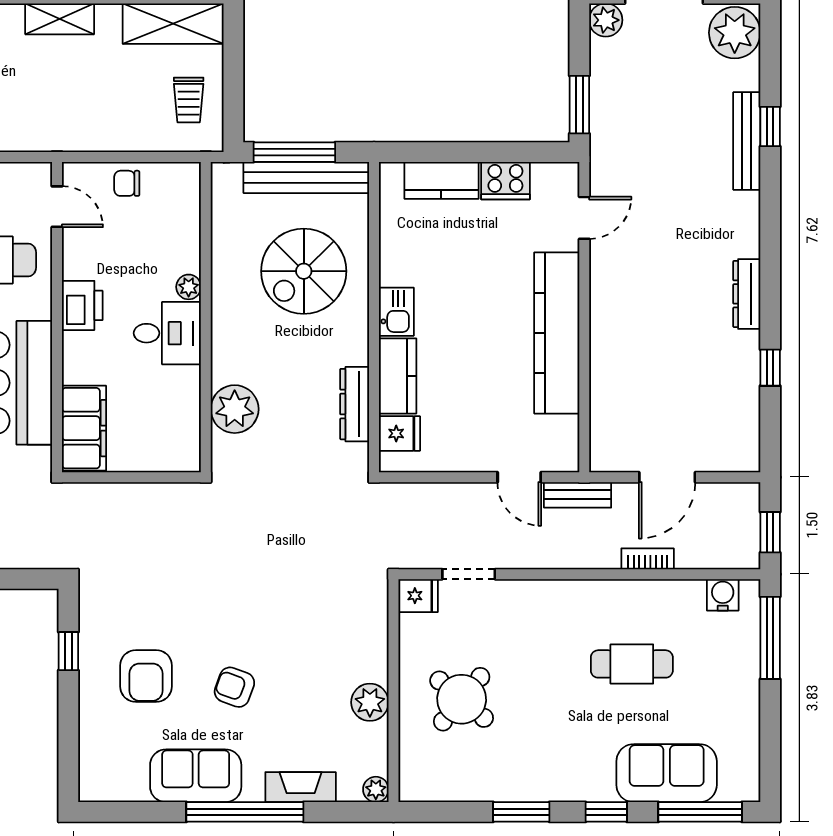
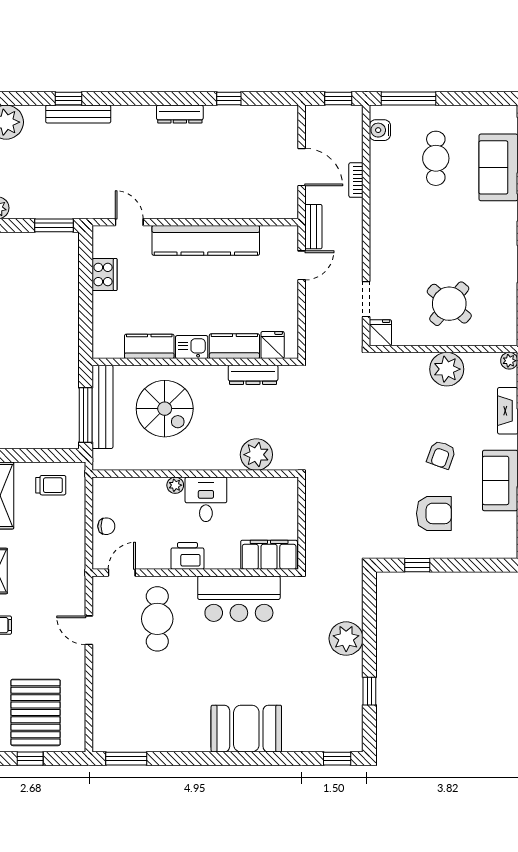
kitchen counter: (441, 180) -> (149, 346), moved, turned -90
chair: (127, 183) -> (106, 526), turned -90
cafe table: (632, 664) -> (436, 158), moved
plant: (370, 702) -> (447, 369), width x1.36, depth x1.36

